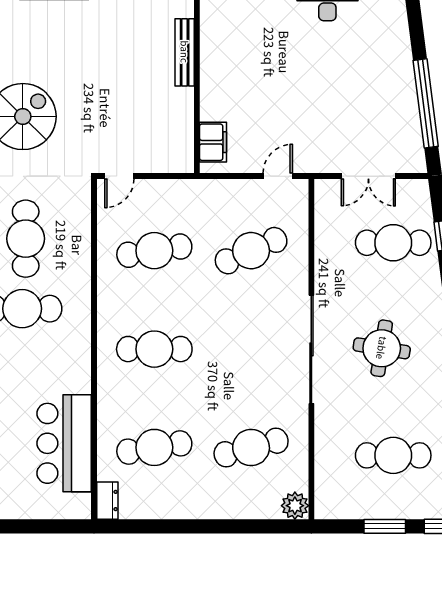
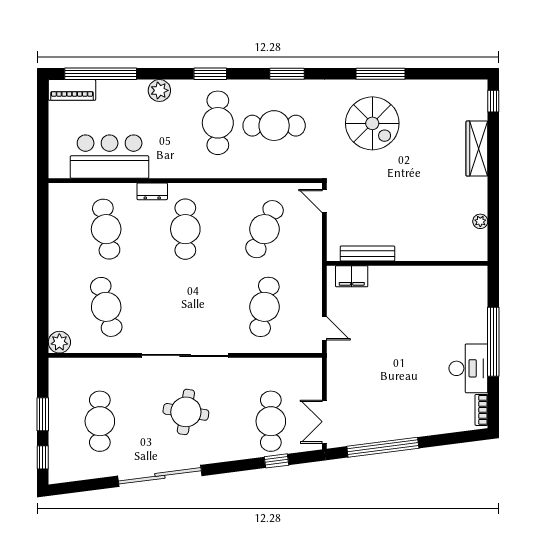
bench: (185, 52) -> (367, 253), moved
double door: (368, 176) -> (324, 422), moved
cafe table: (154, 251) -> (264, 229), turned 33
cafe table: (251, 251) -> (264, 307), turned 36
dresser: (107, 501) -> (152, 191), moved

